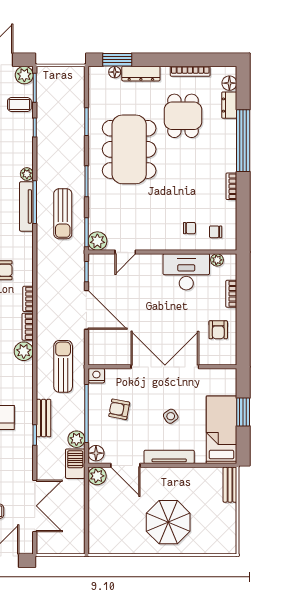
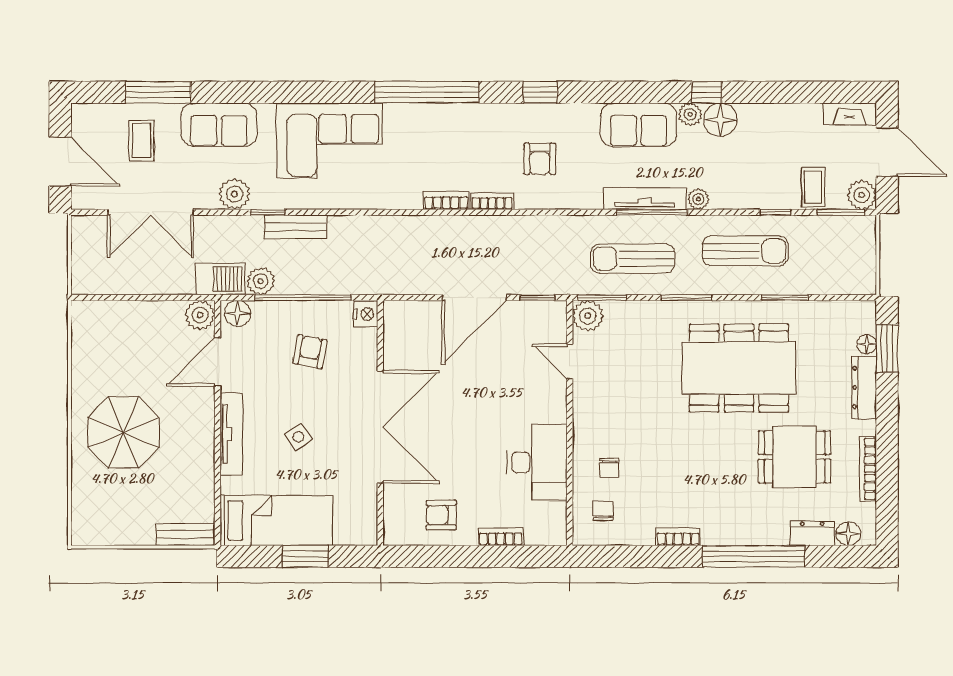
plant: (217, 260) -> (557, 513), removed
plant: (24, 351) -> (235, 194), moved
sun lounger: (63, 366) -> (745, 251), moved

